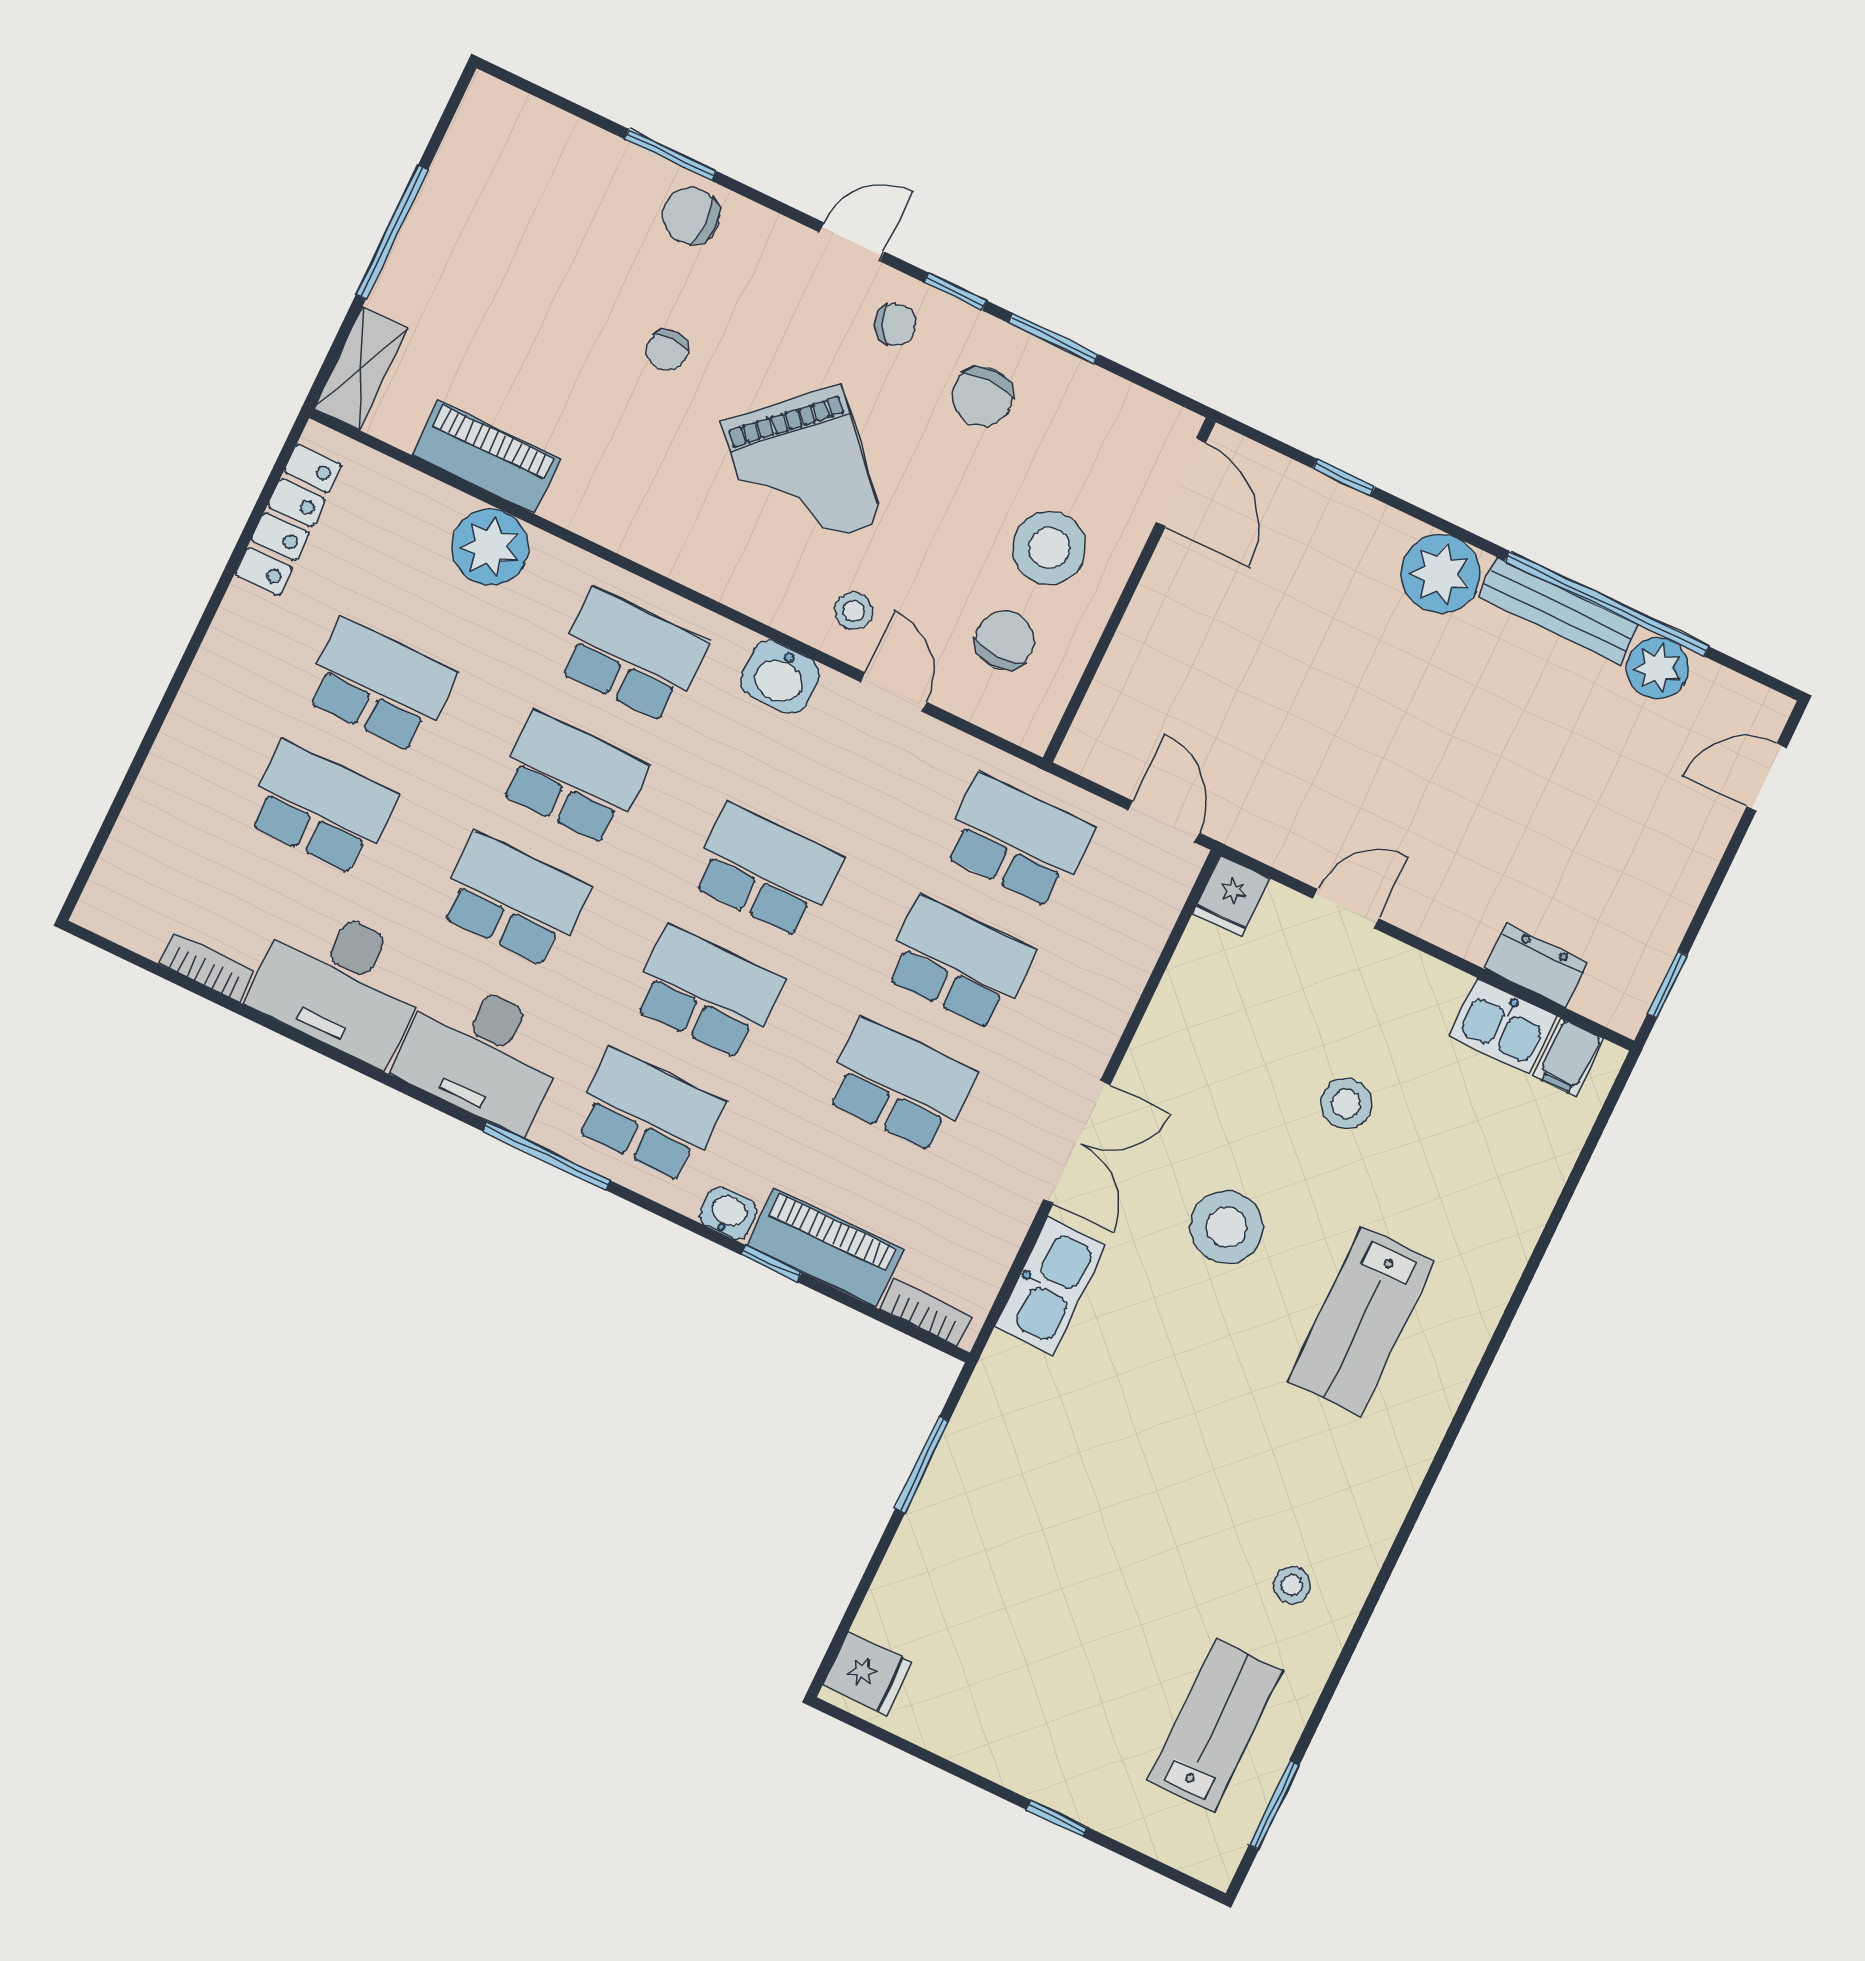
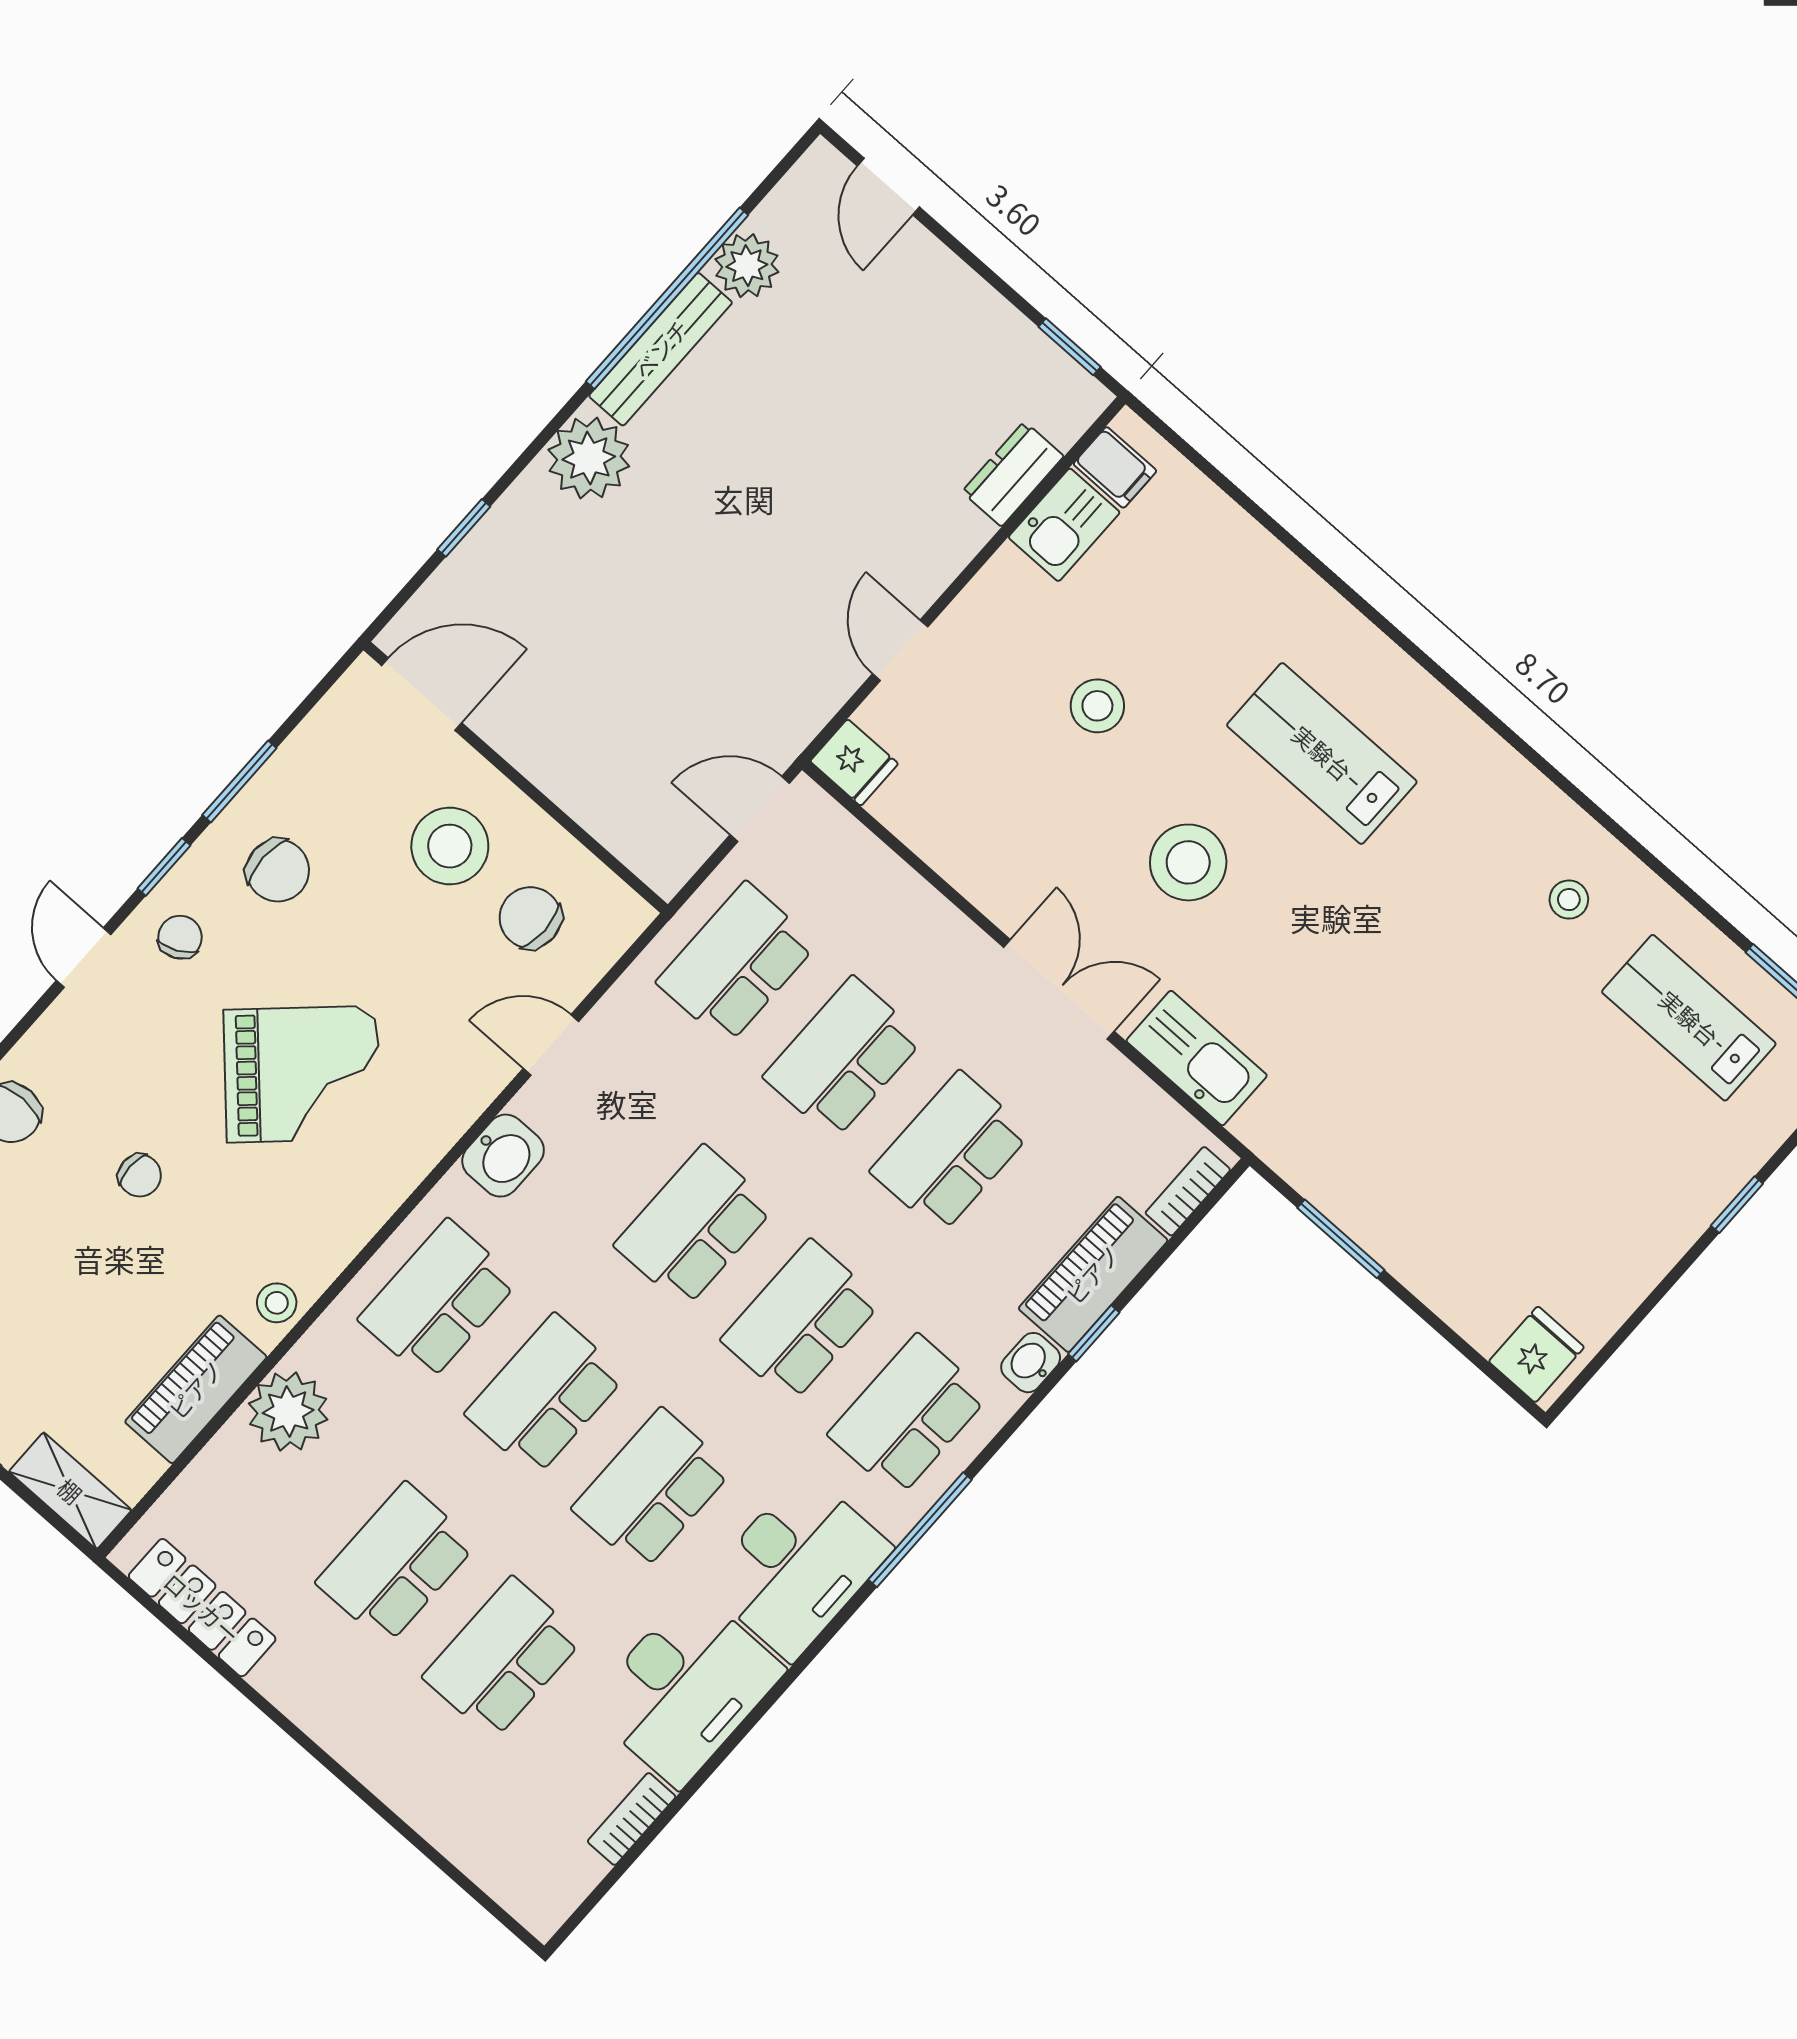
stool: (854, 611) -> (277, 1303), moved
lab bench: (1361, 1321) -> (1322, 753), turned 180

